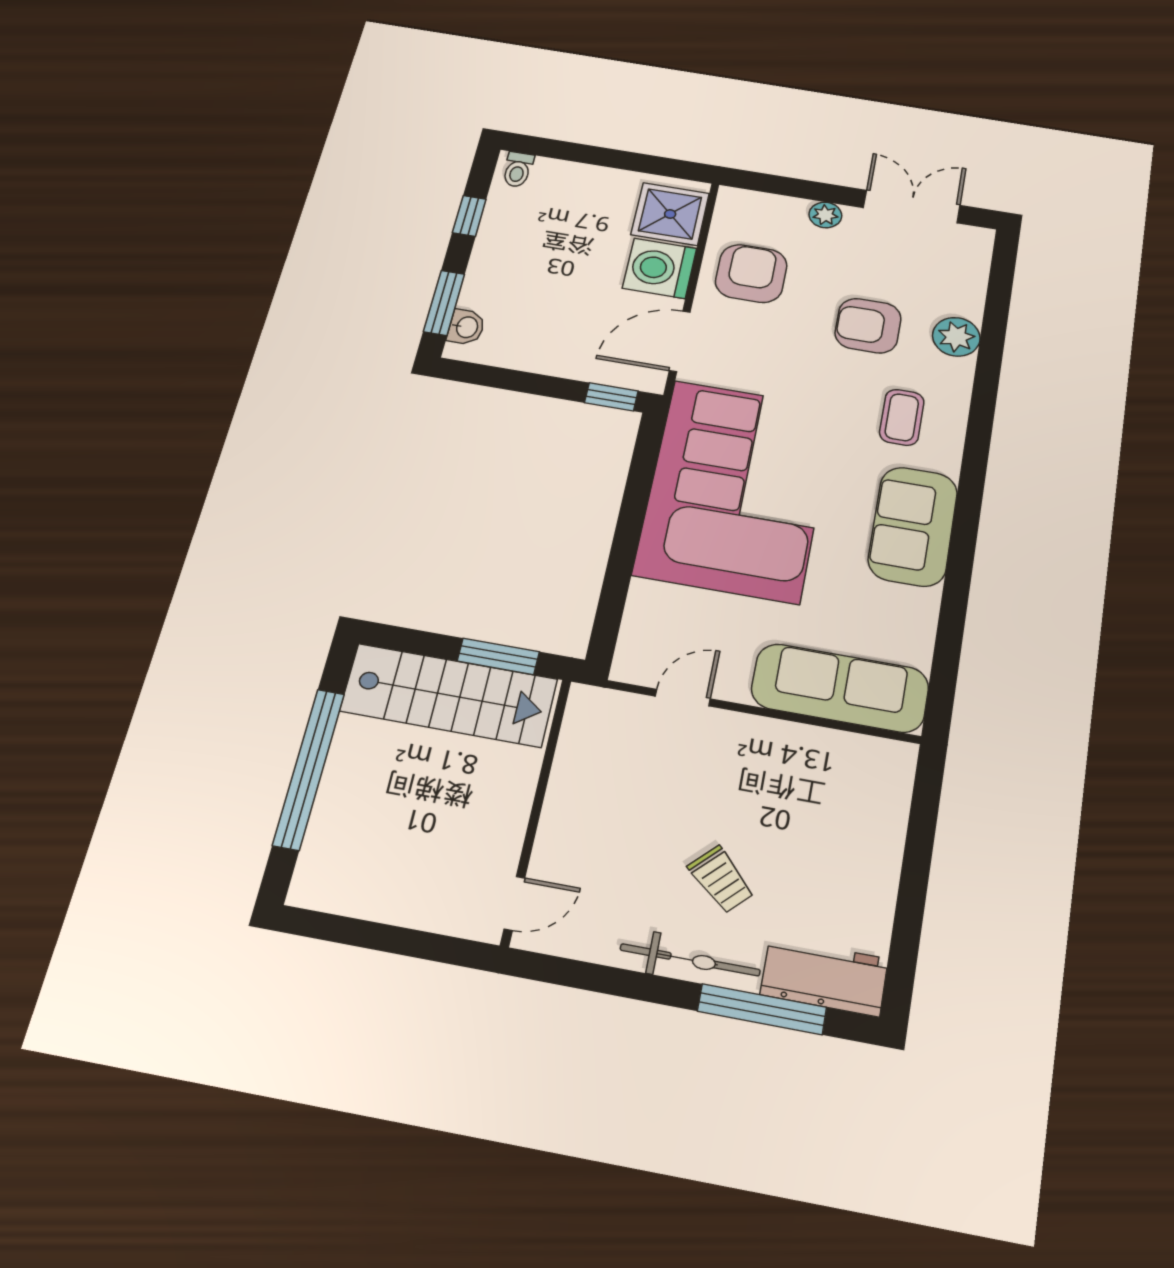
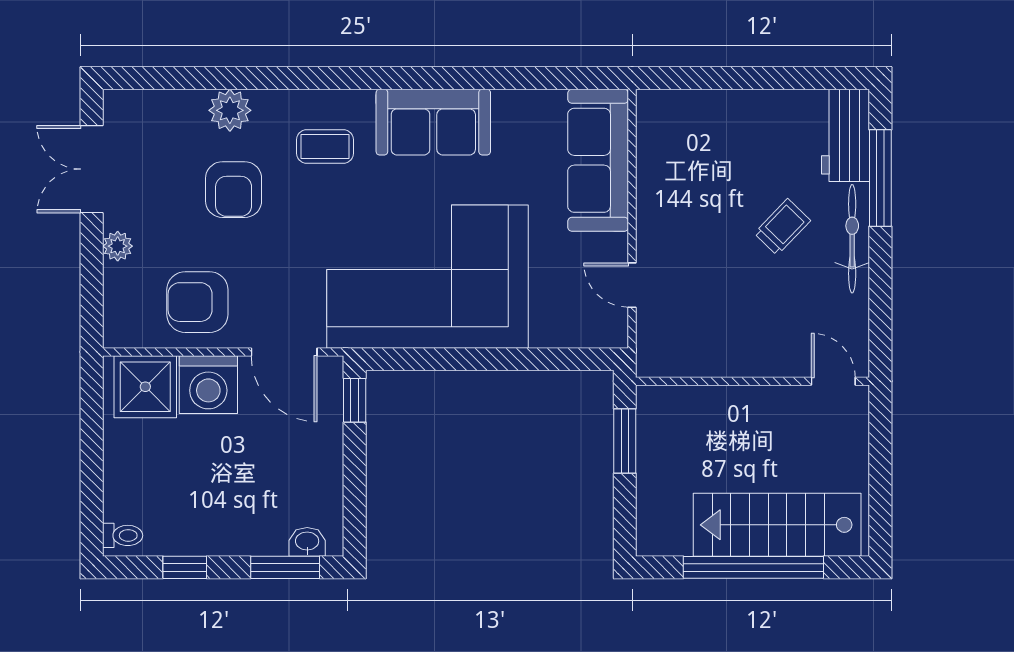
stairs: (449, 695) -> (777, 525), moved, turned -90

